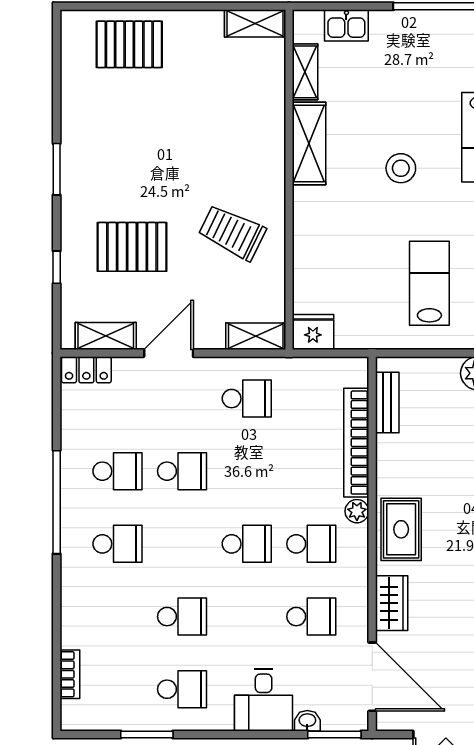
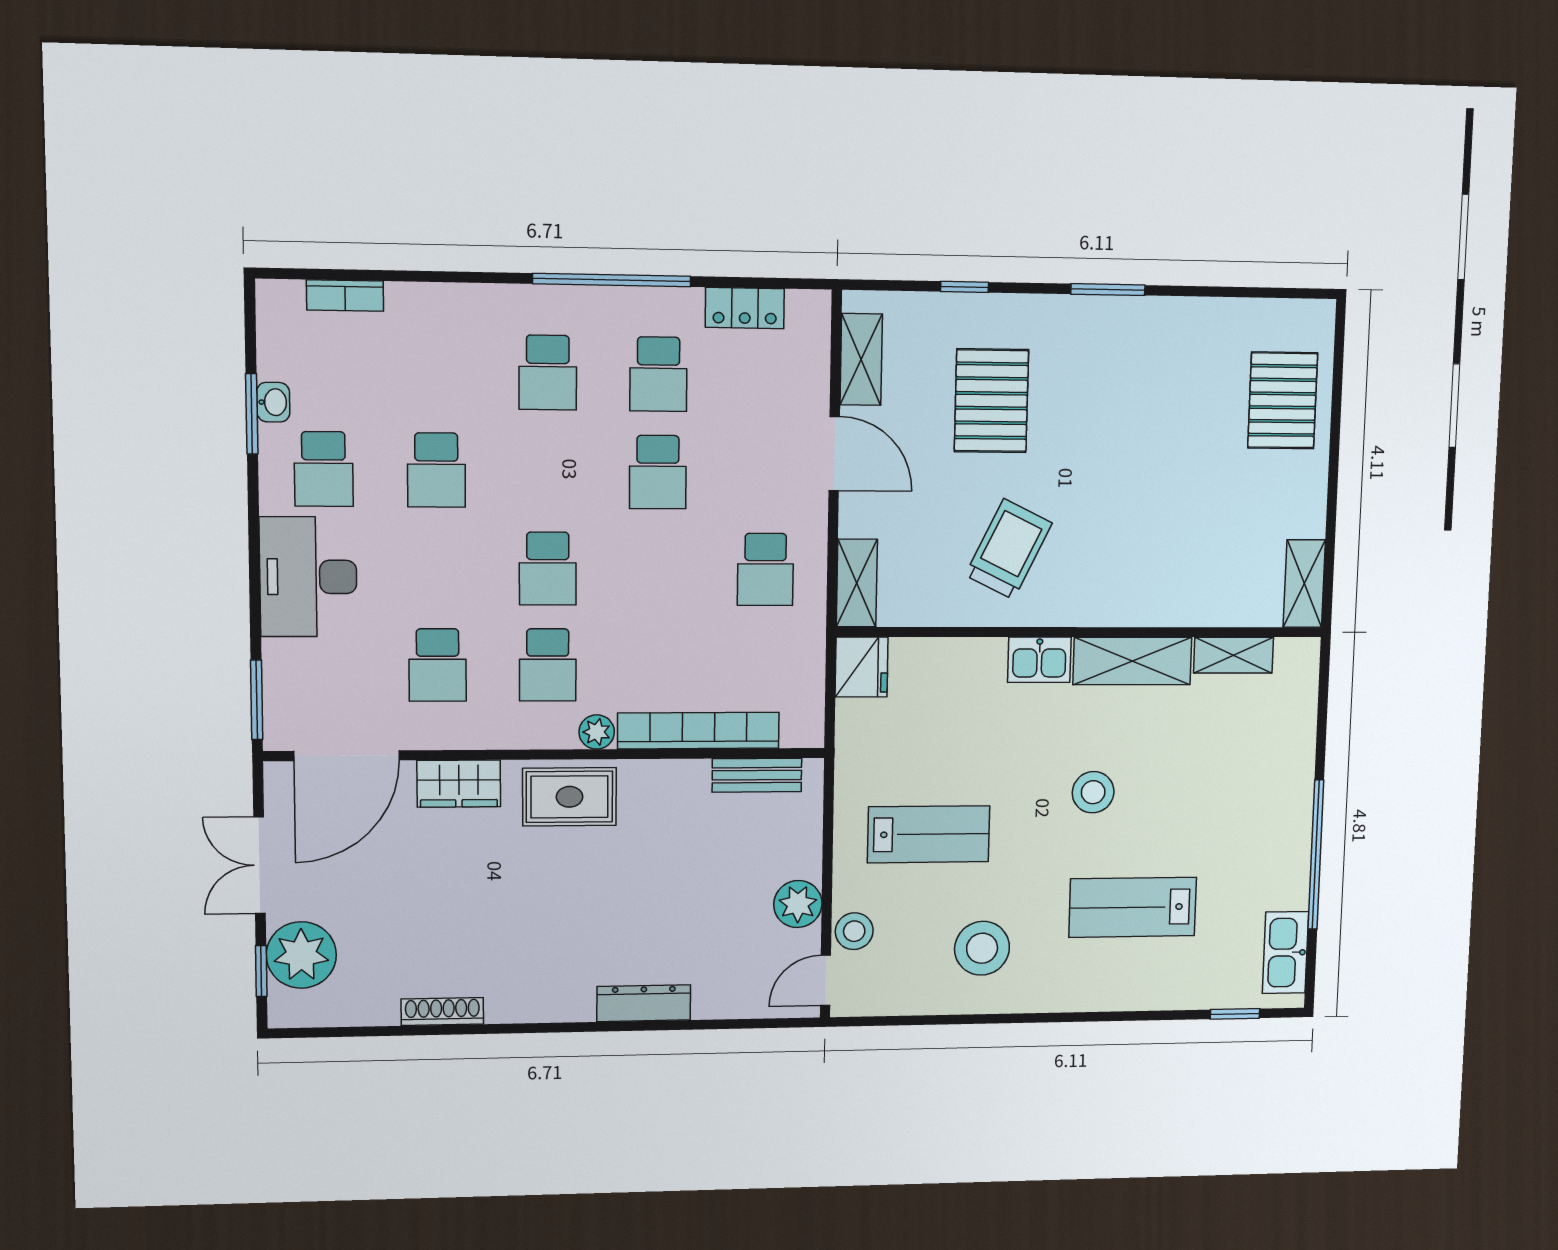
kitchen sink: (346, 25) -> (1039, 660), moved, turned -90
locker: (86, 370) -> (745, 308), moved, turned -90
desk: (264, 700) -> (308, 577), width x1.37
washbasin: (307, 721) -> (273, 402), moved

